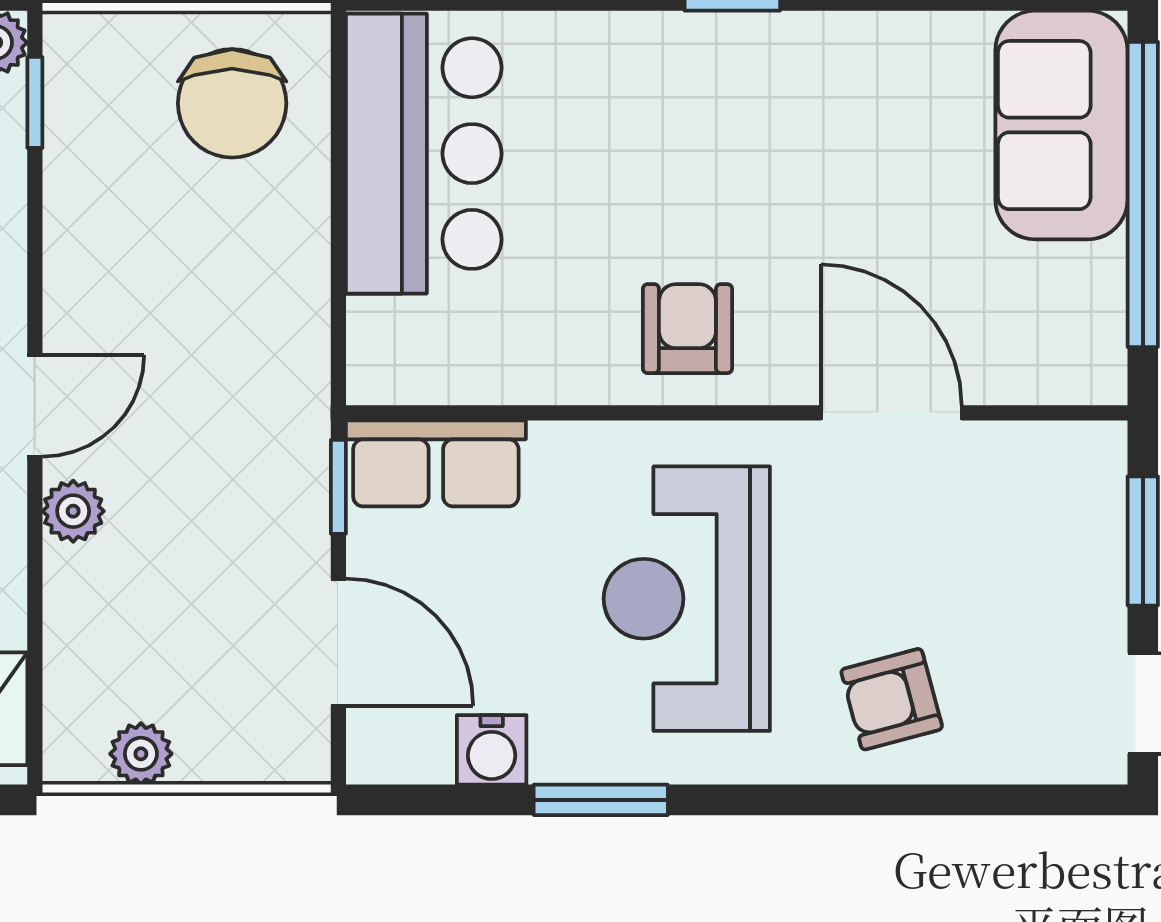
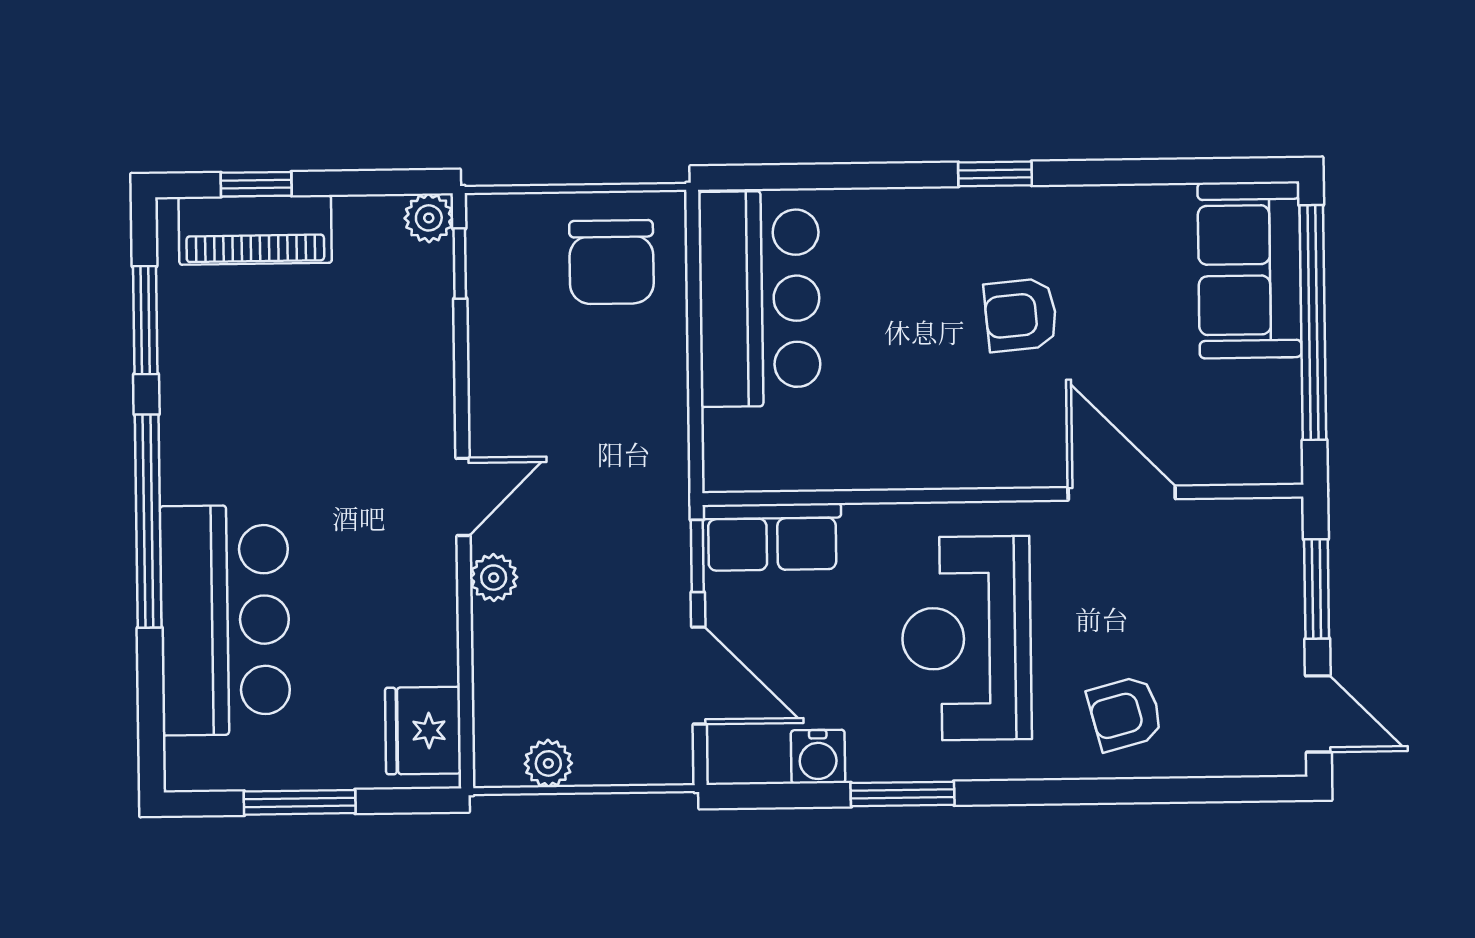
armchair: (687, 329) -> (1021, 315), moved, turned -95

